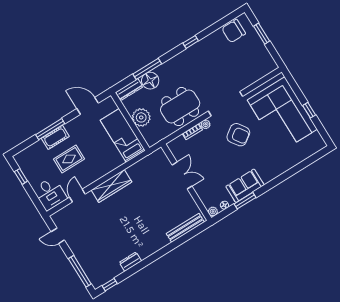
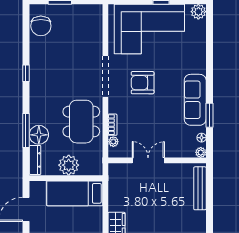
plant: (206, 124) -> (113, 142), moved
armchair: (238, 135) -> (143, 83), turned -145
plant: (318, 144) -> (198, 12), added
sofa: (245, 186) -> (195, 100), width x1.36

